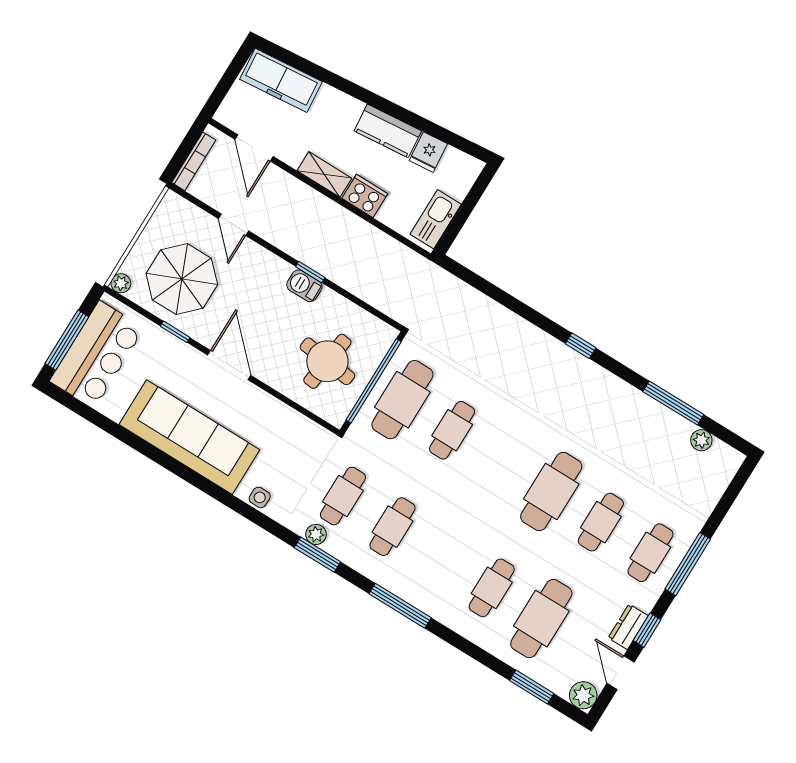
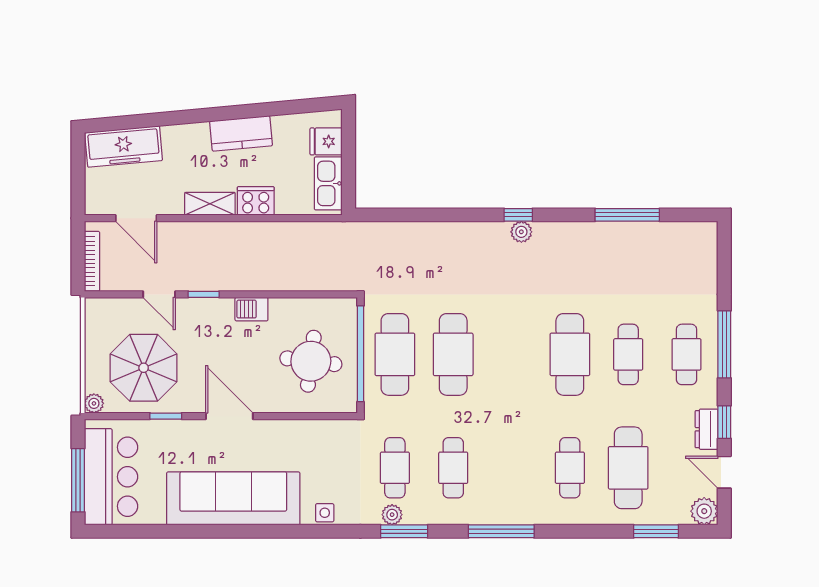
fridge: (428, 152) -> (326, 141), moved, turned 95
window: (310, 272) -> (204, 294), moved
cafe table: (452, 430) -> (453, 354), width x1.37, depth x1.35
plant: (701, 440) -> (521, 232), moved

